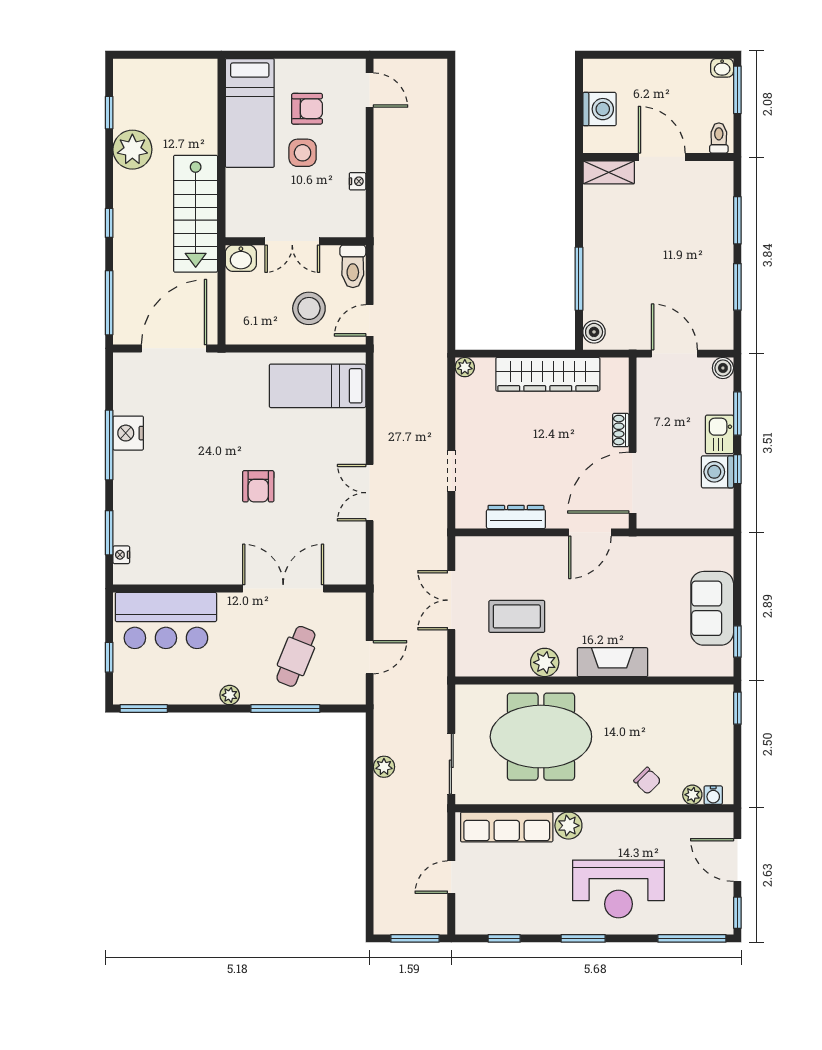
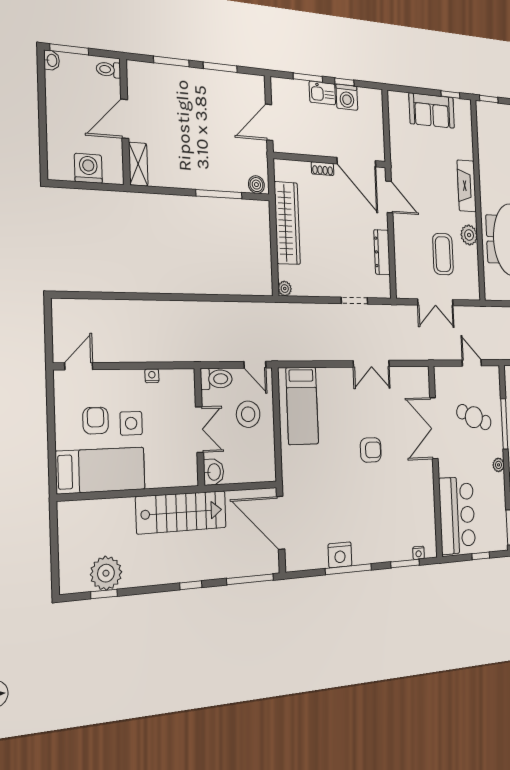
plant: (132, 150) -> (106, 573), moved
boiler: (723, 368) -> (278, 85), removed

